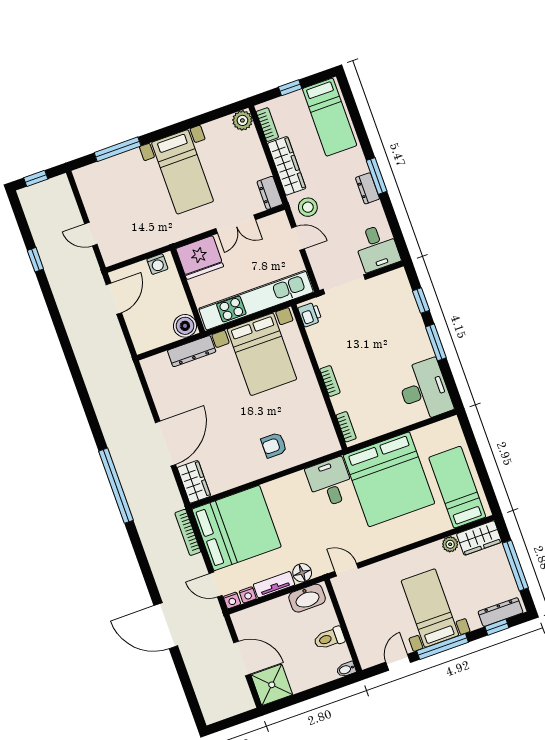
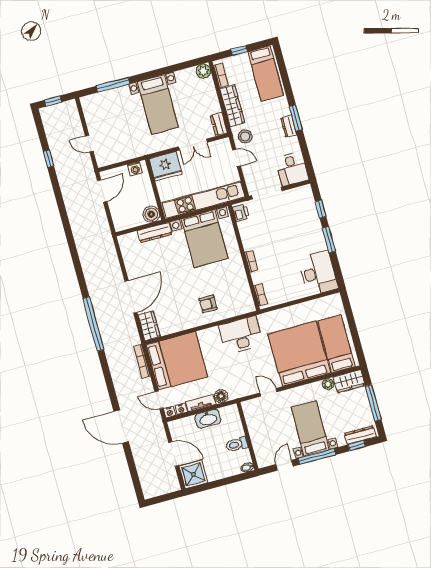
bed: (389, 479) -> (299, 354), moved, turned 180
desk: (330, 483) -> (241, 335), width x1.37
door: (347, 570) -> (268, 392), moved
washbasin: (307, 598) -> (208, 419), moved

